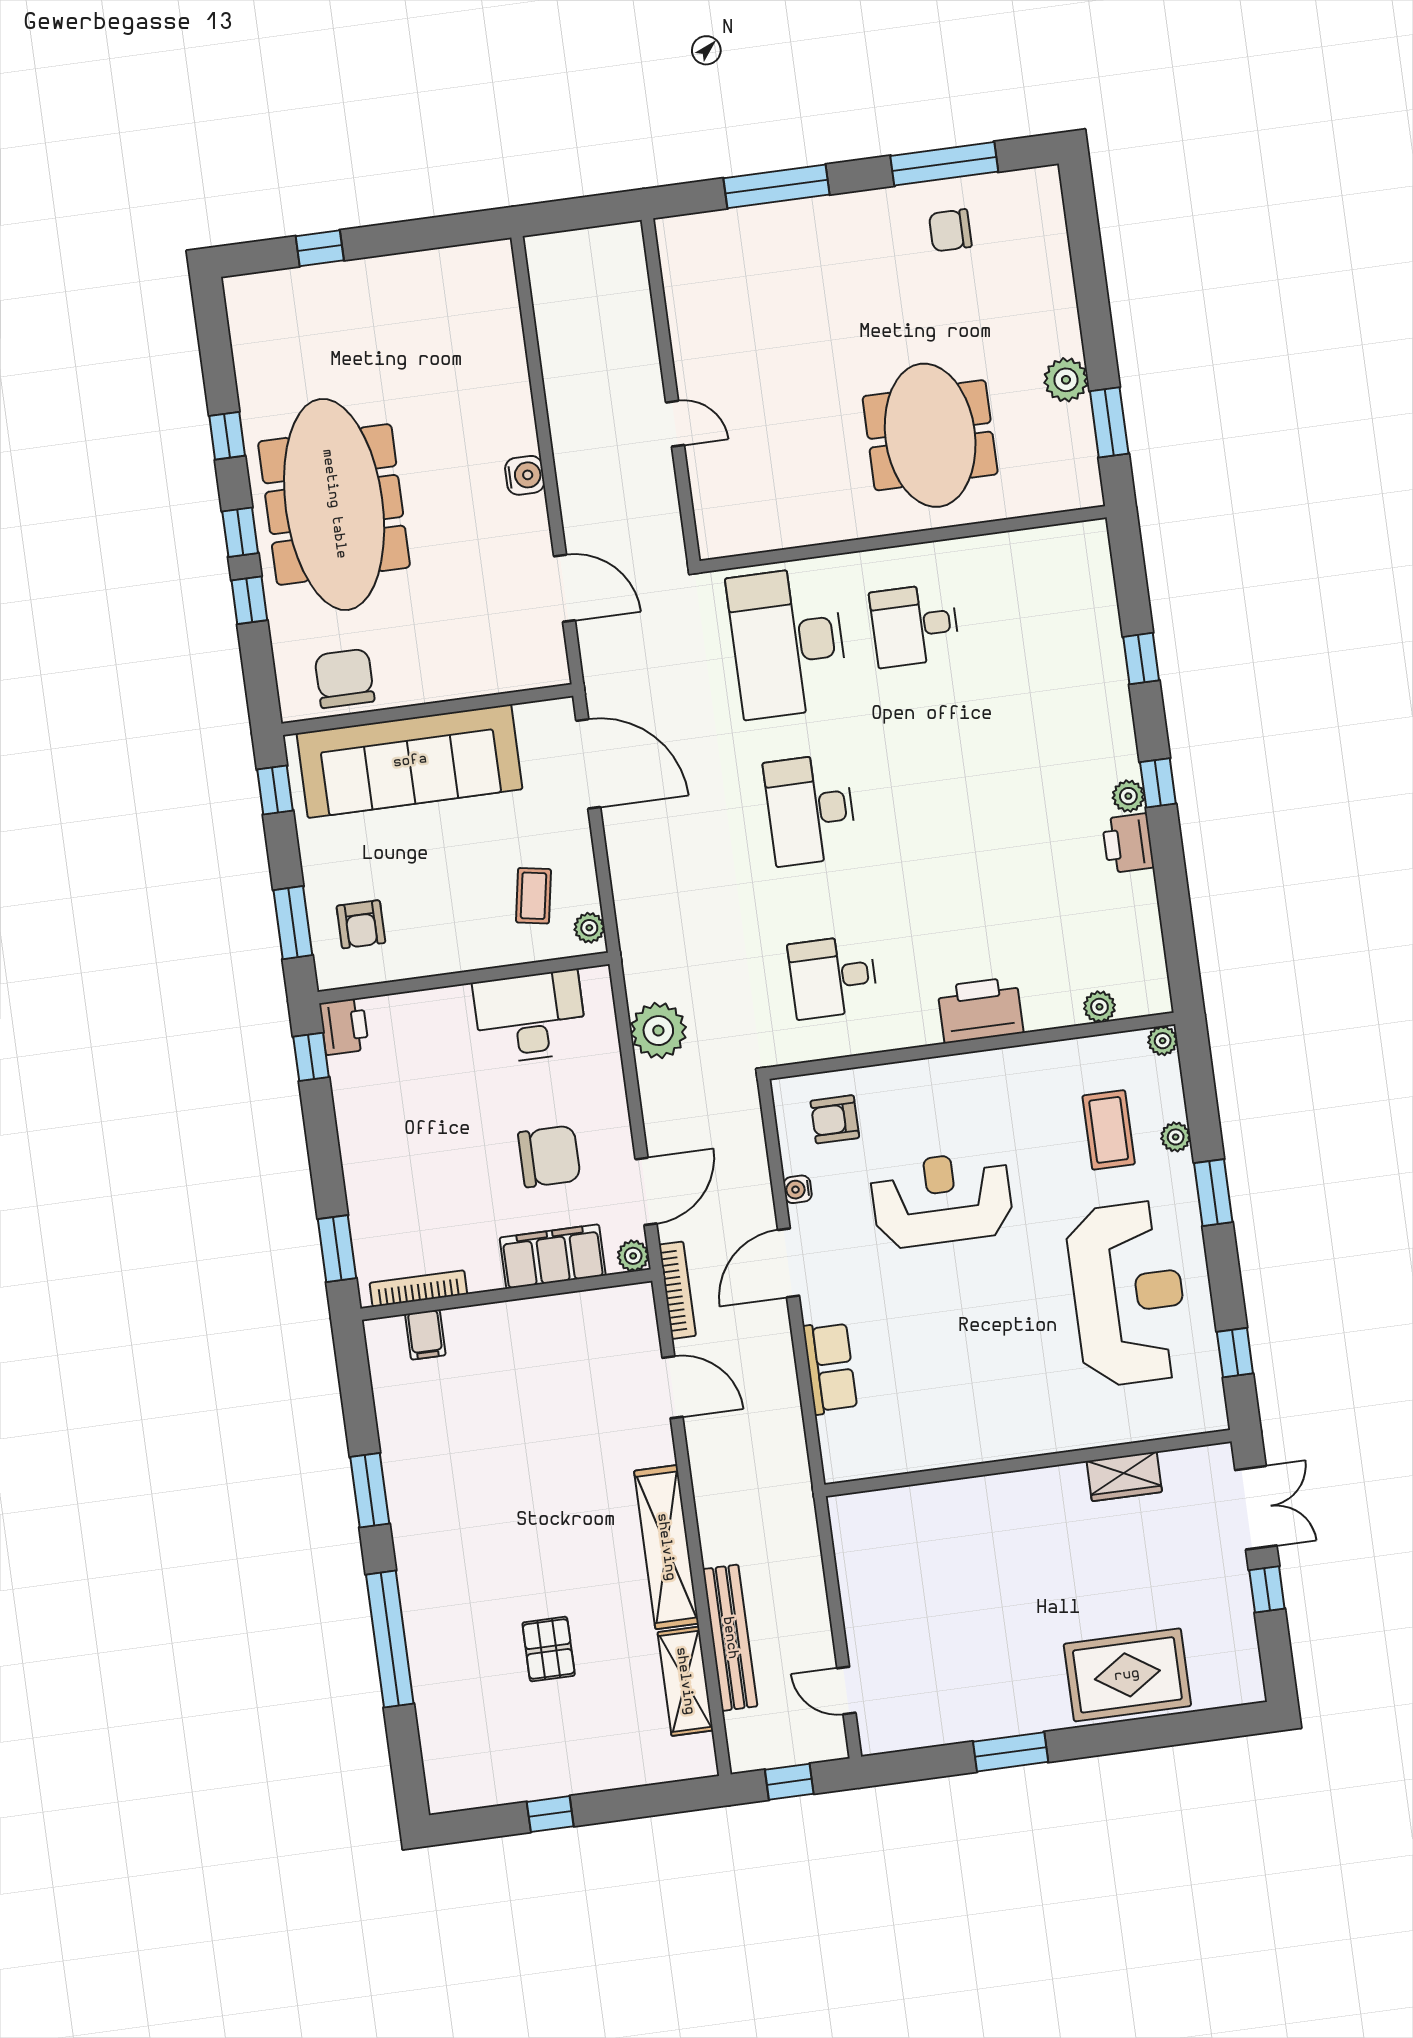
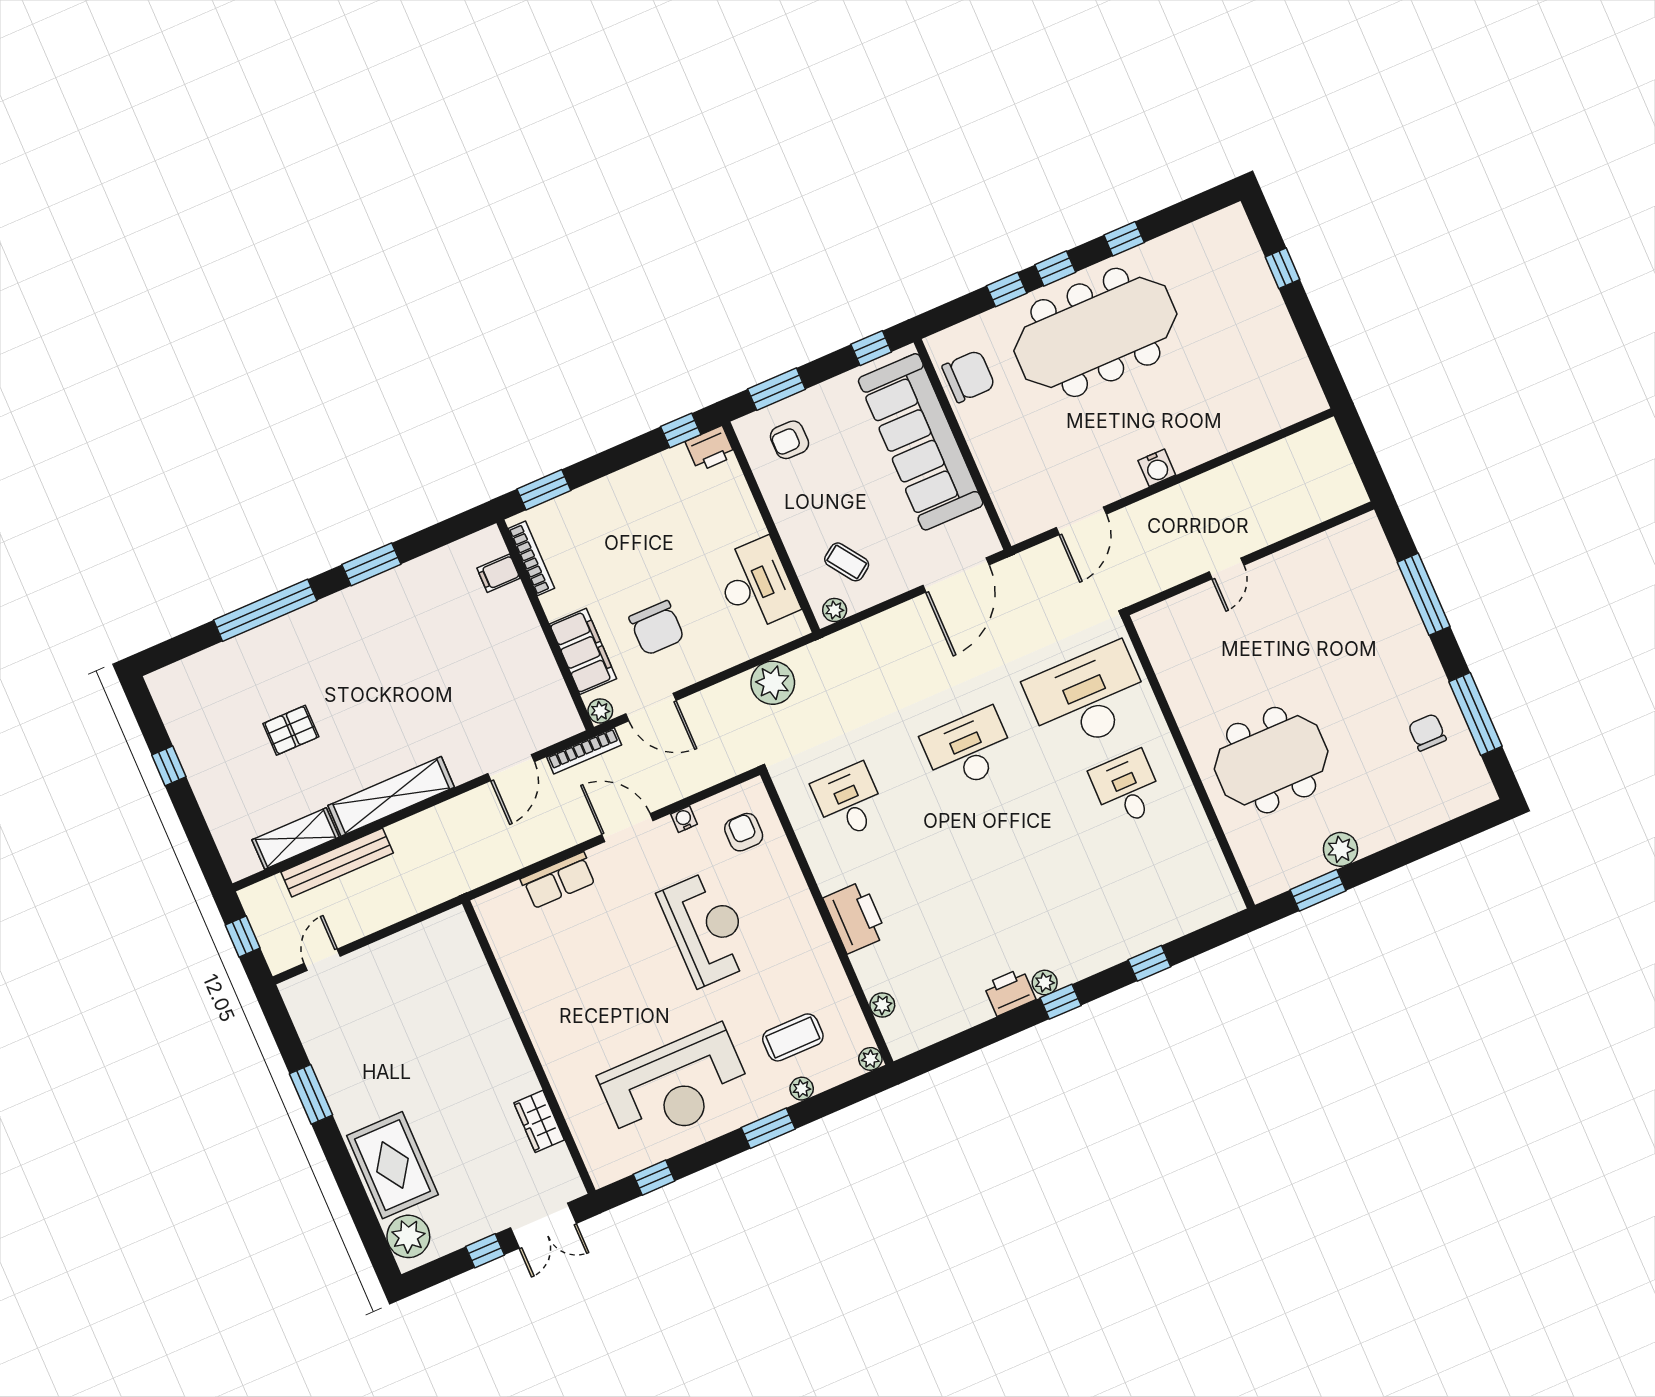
coffee table: (533, 896) -> (847, 562), turned 45
plant: (1222, 1680) -> (408, 1236), added

